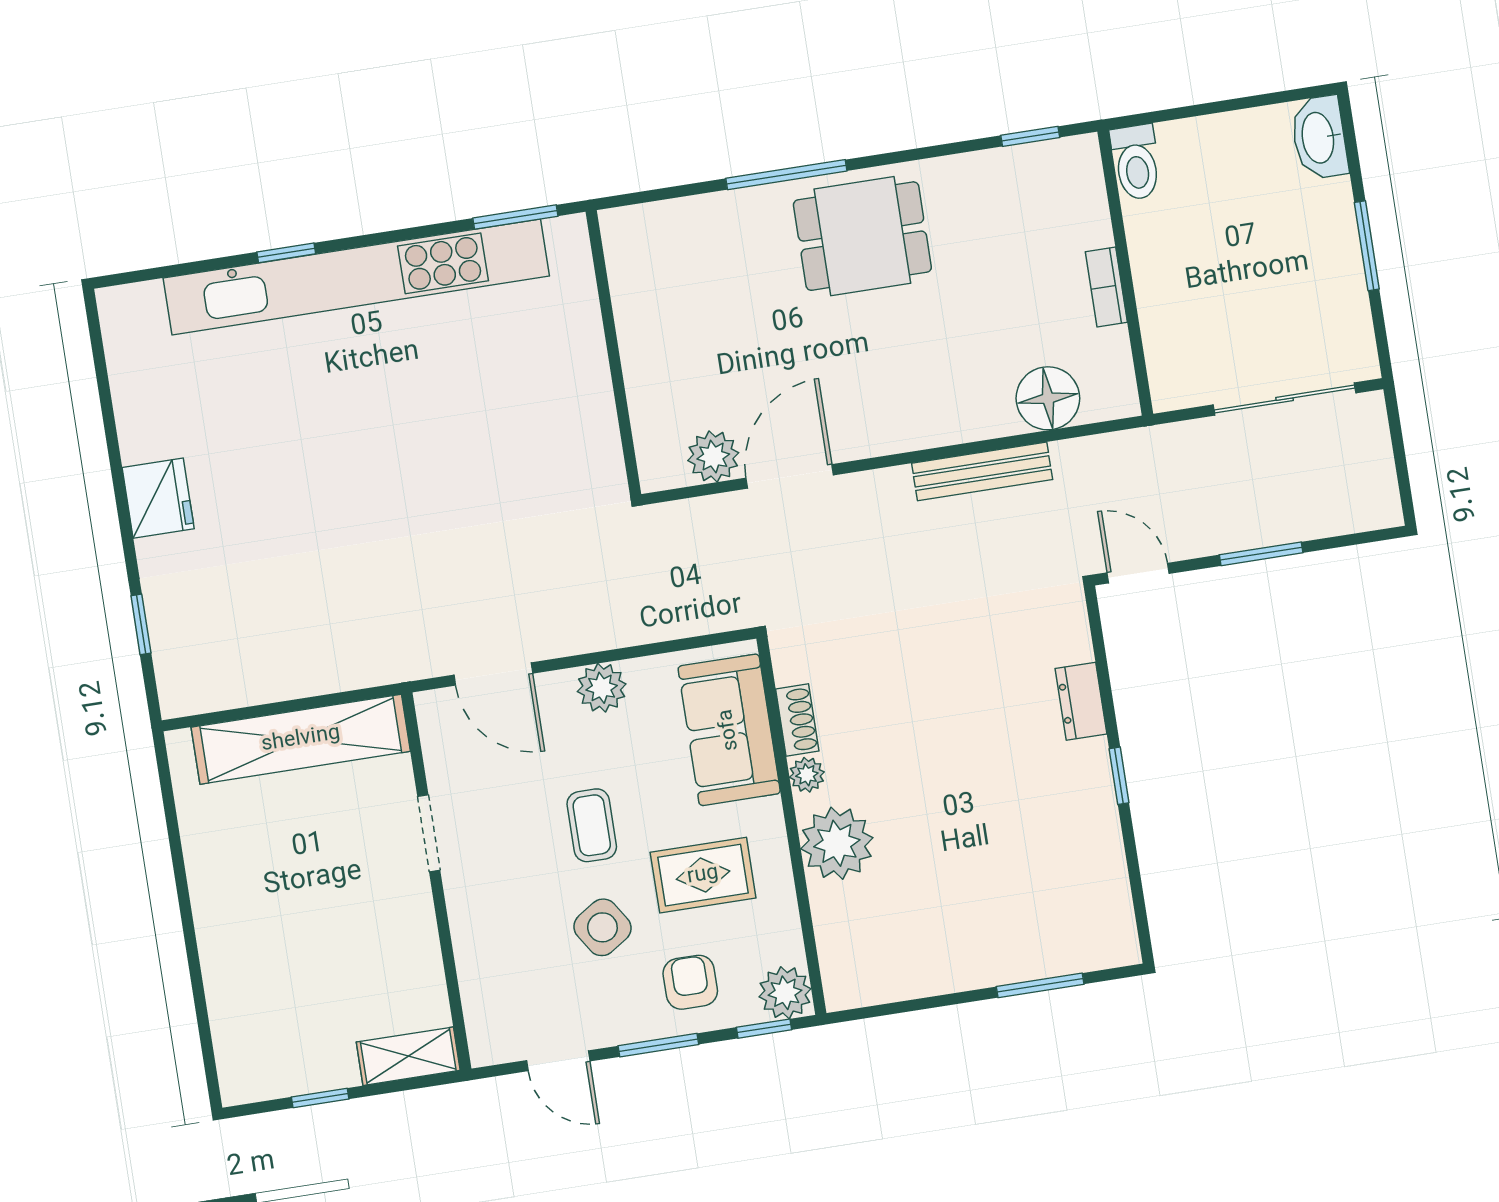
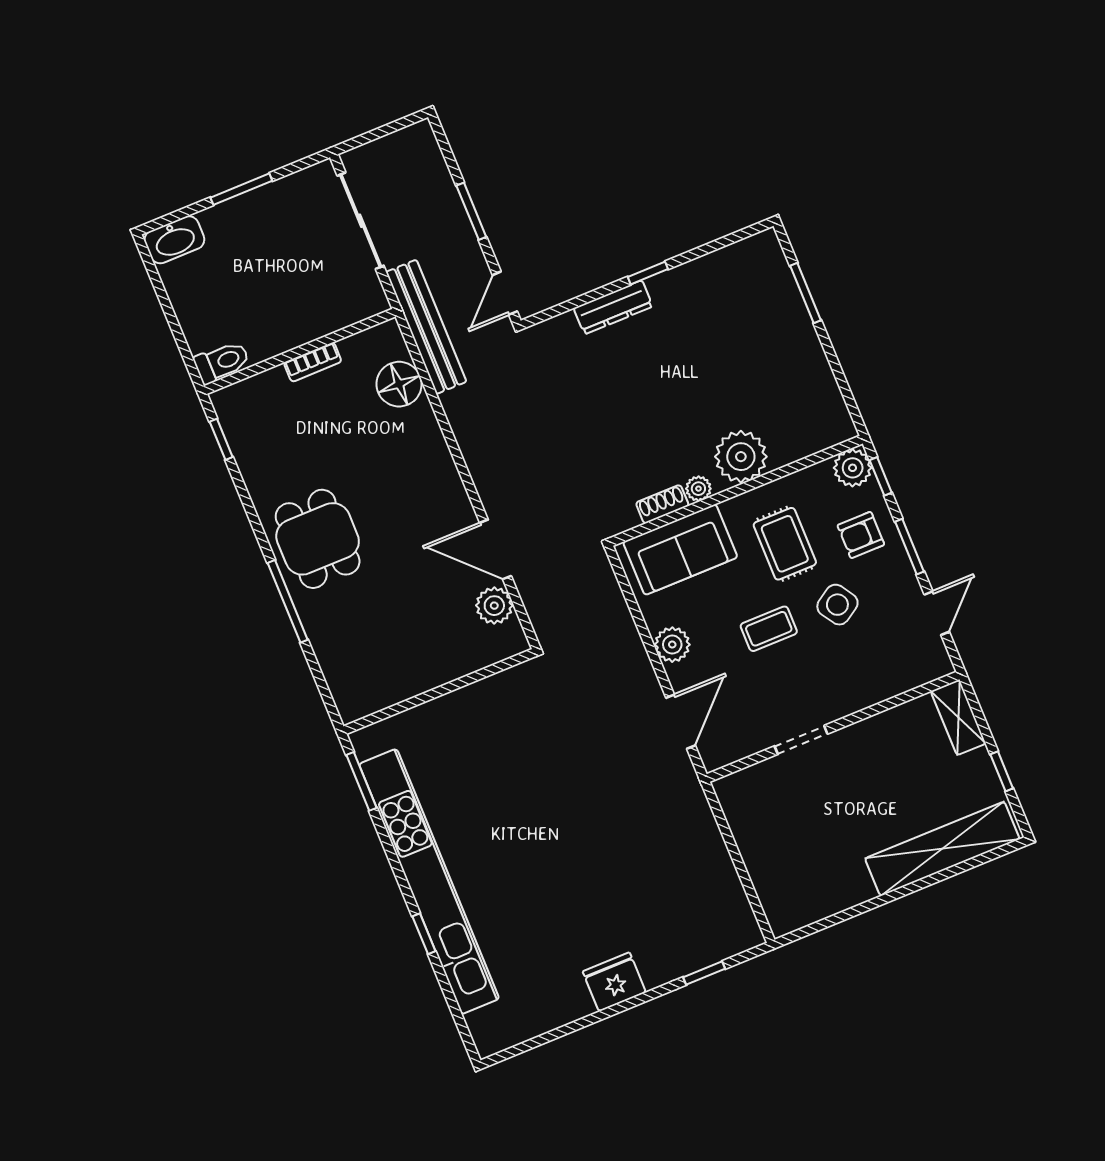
bench: (982, 471) -> (426, 327), moved, width x1.37, depth x1.21
dresser: (1081, 701) -> (613, 307), width x1.44
shelving: (301, 739) -> (942, 849), moved, turned 90

